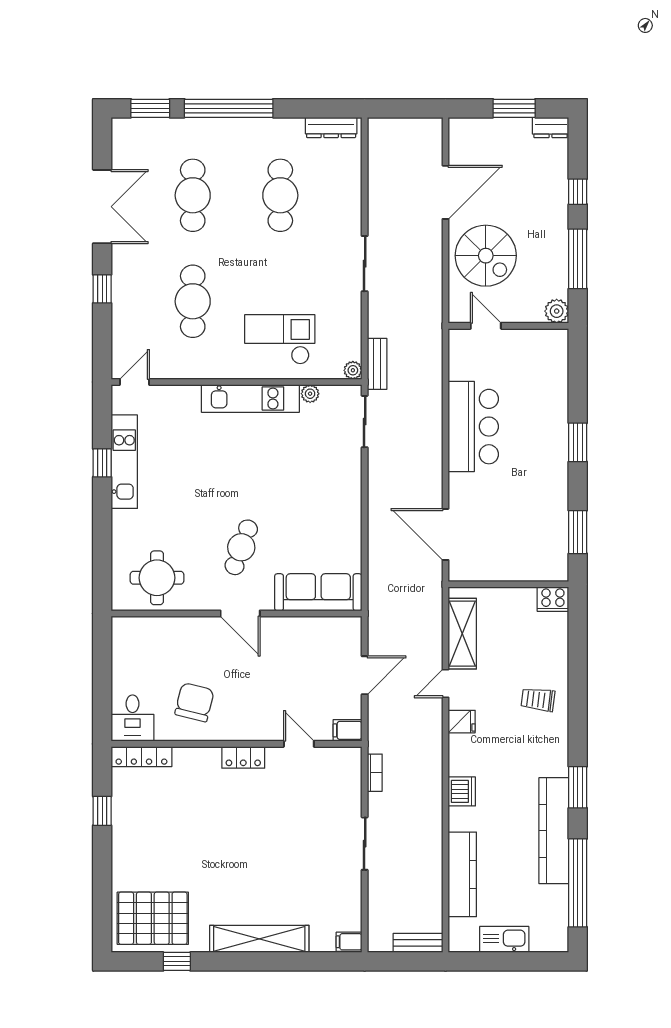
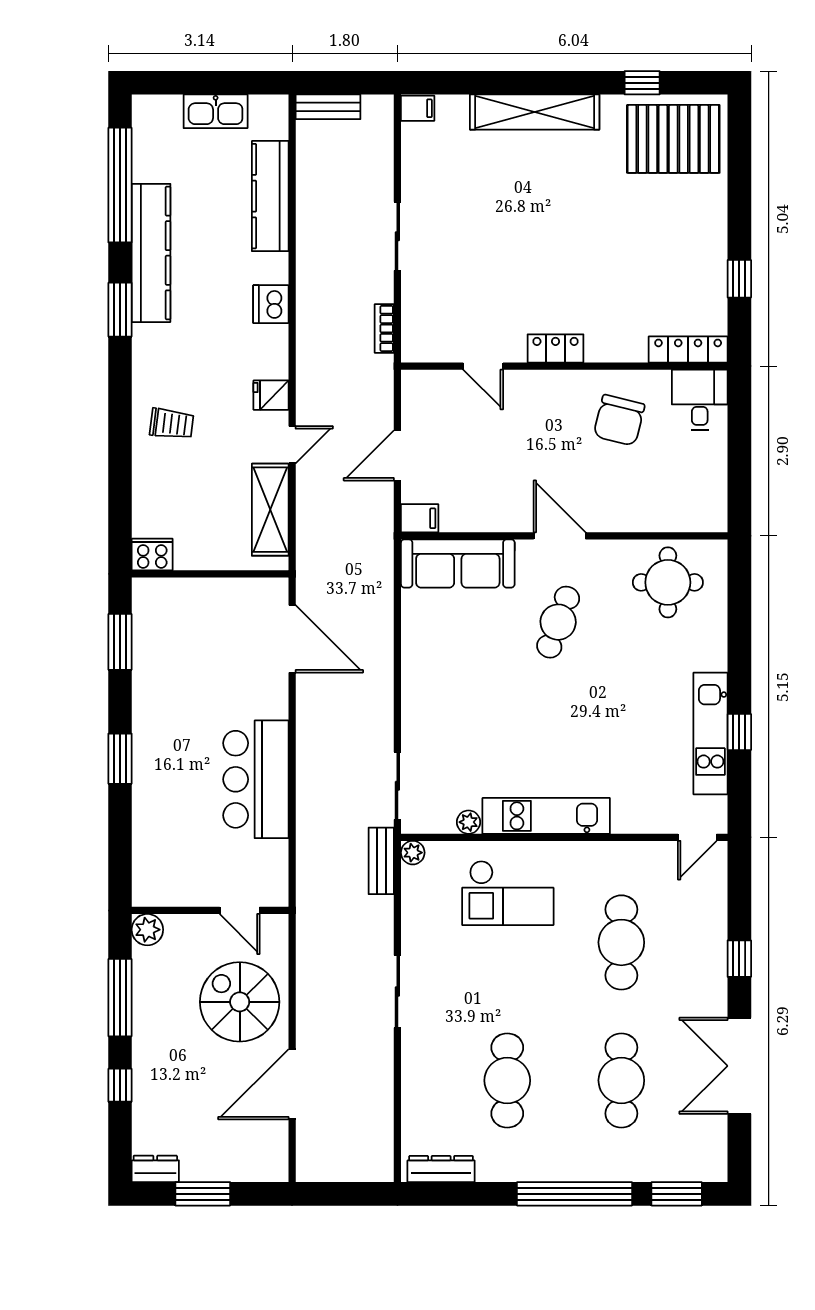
filing cabinet: (348, 730) -> (420, 518), moved

